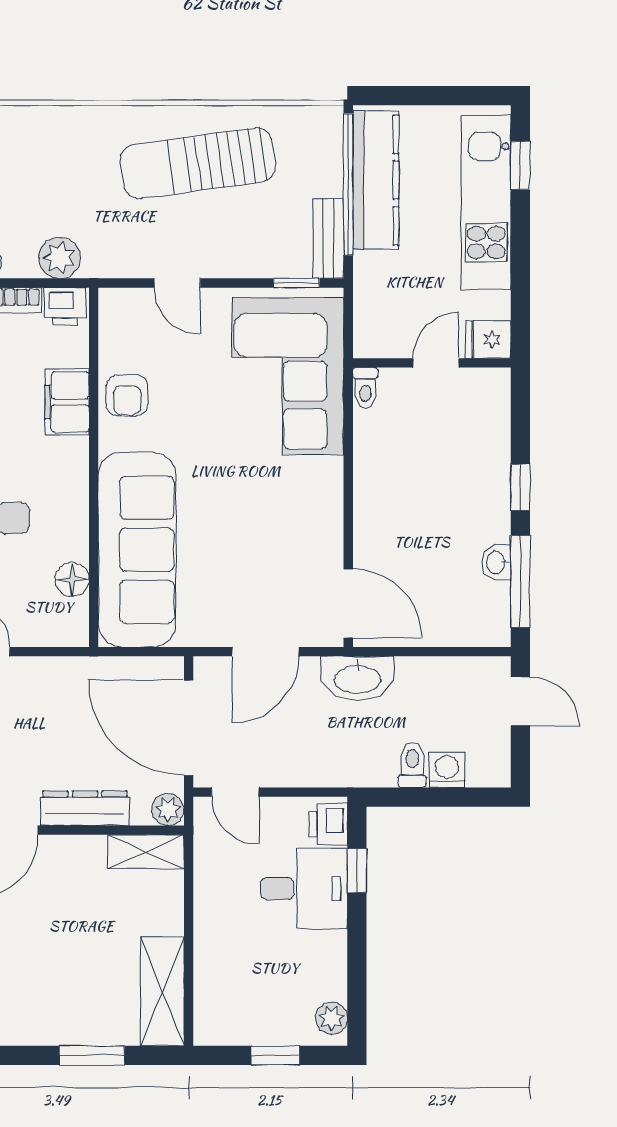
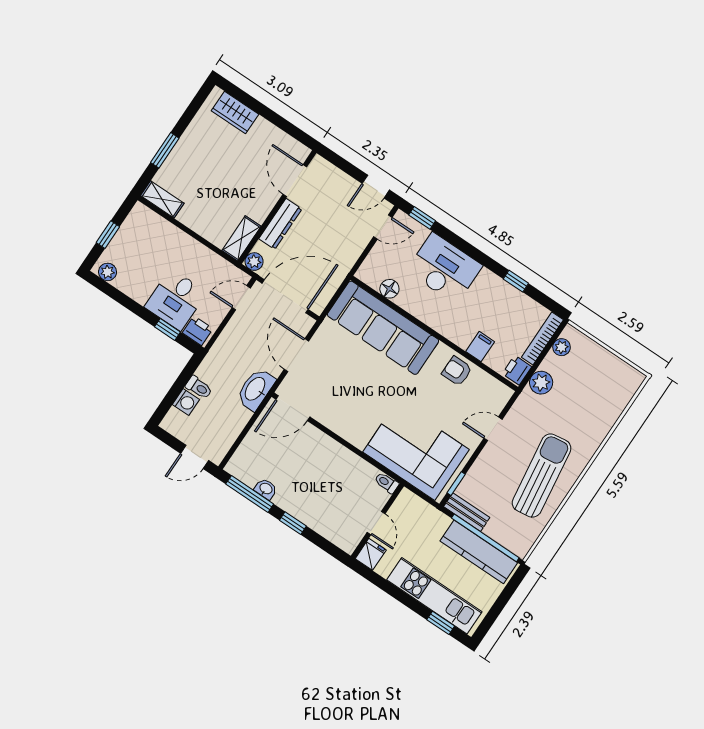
filing cabinet: (67, 402) -> (480, 347), width x0.50
shelving: (162, 991) -> (162, 199), width x0.67, depth x0.75

